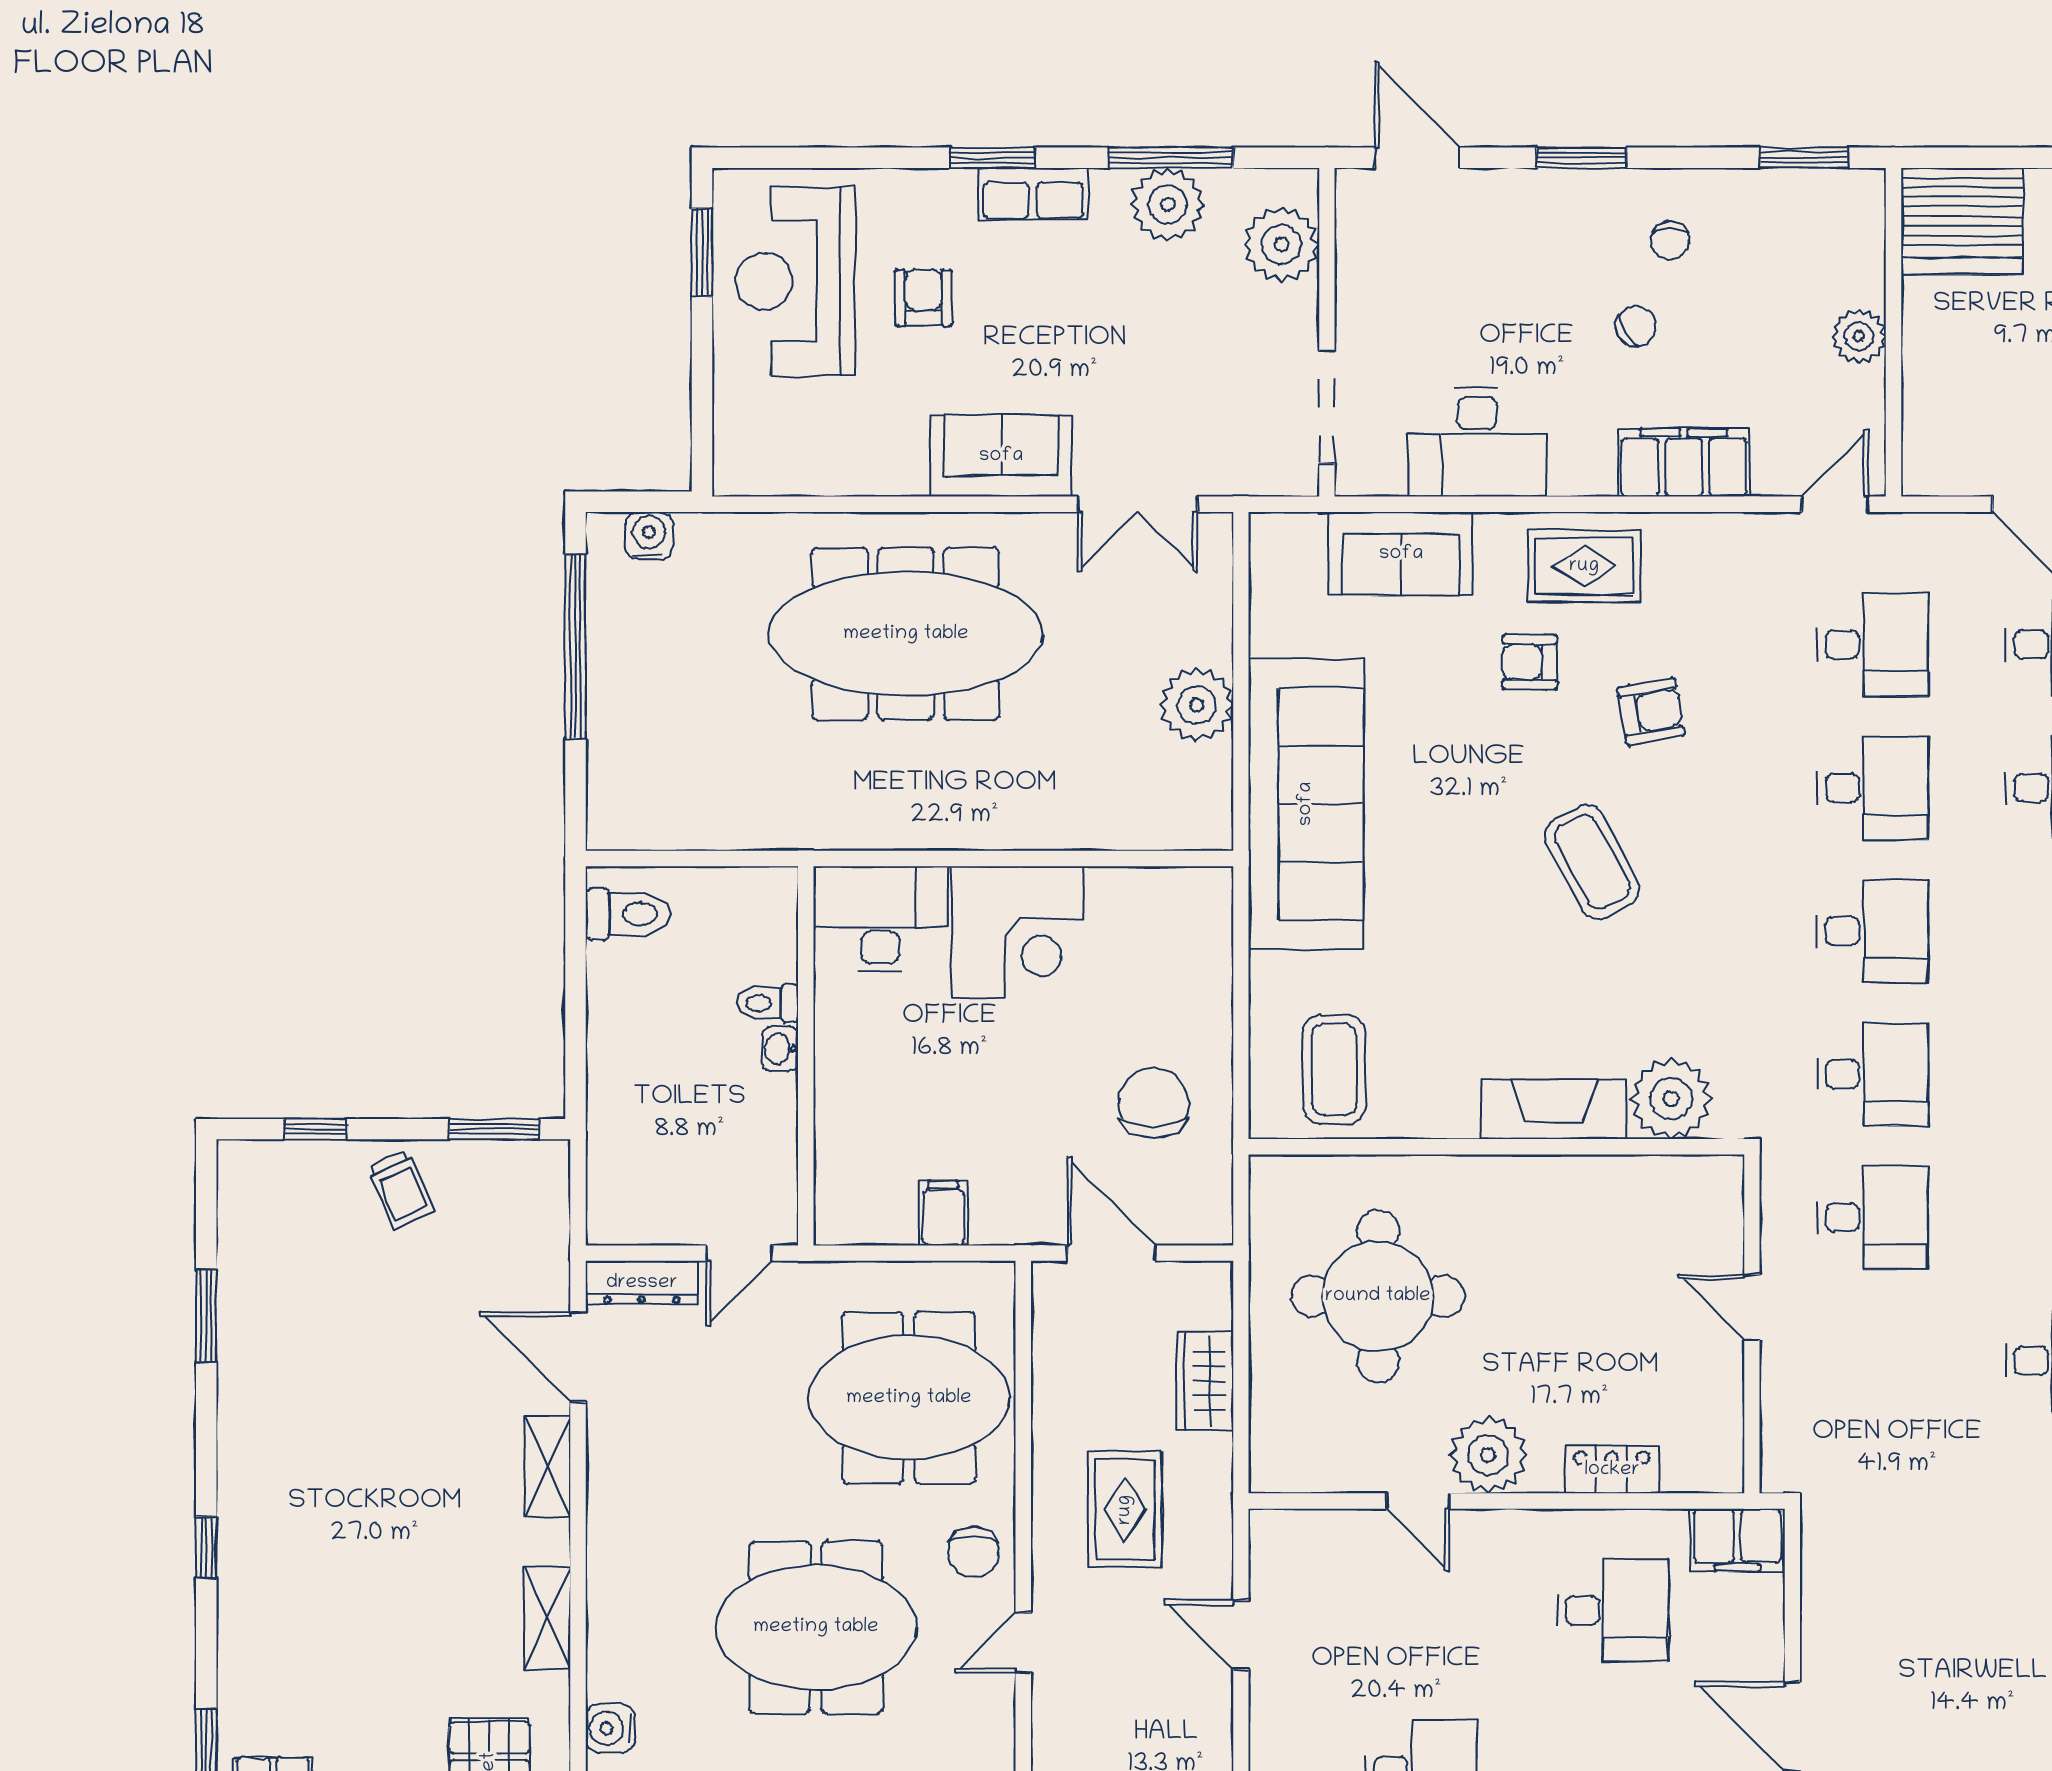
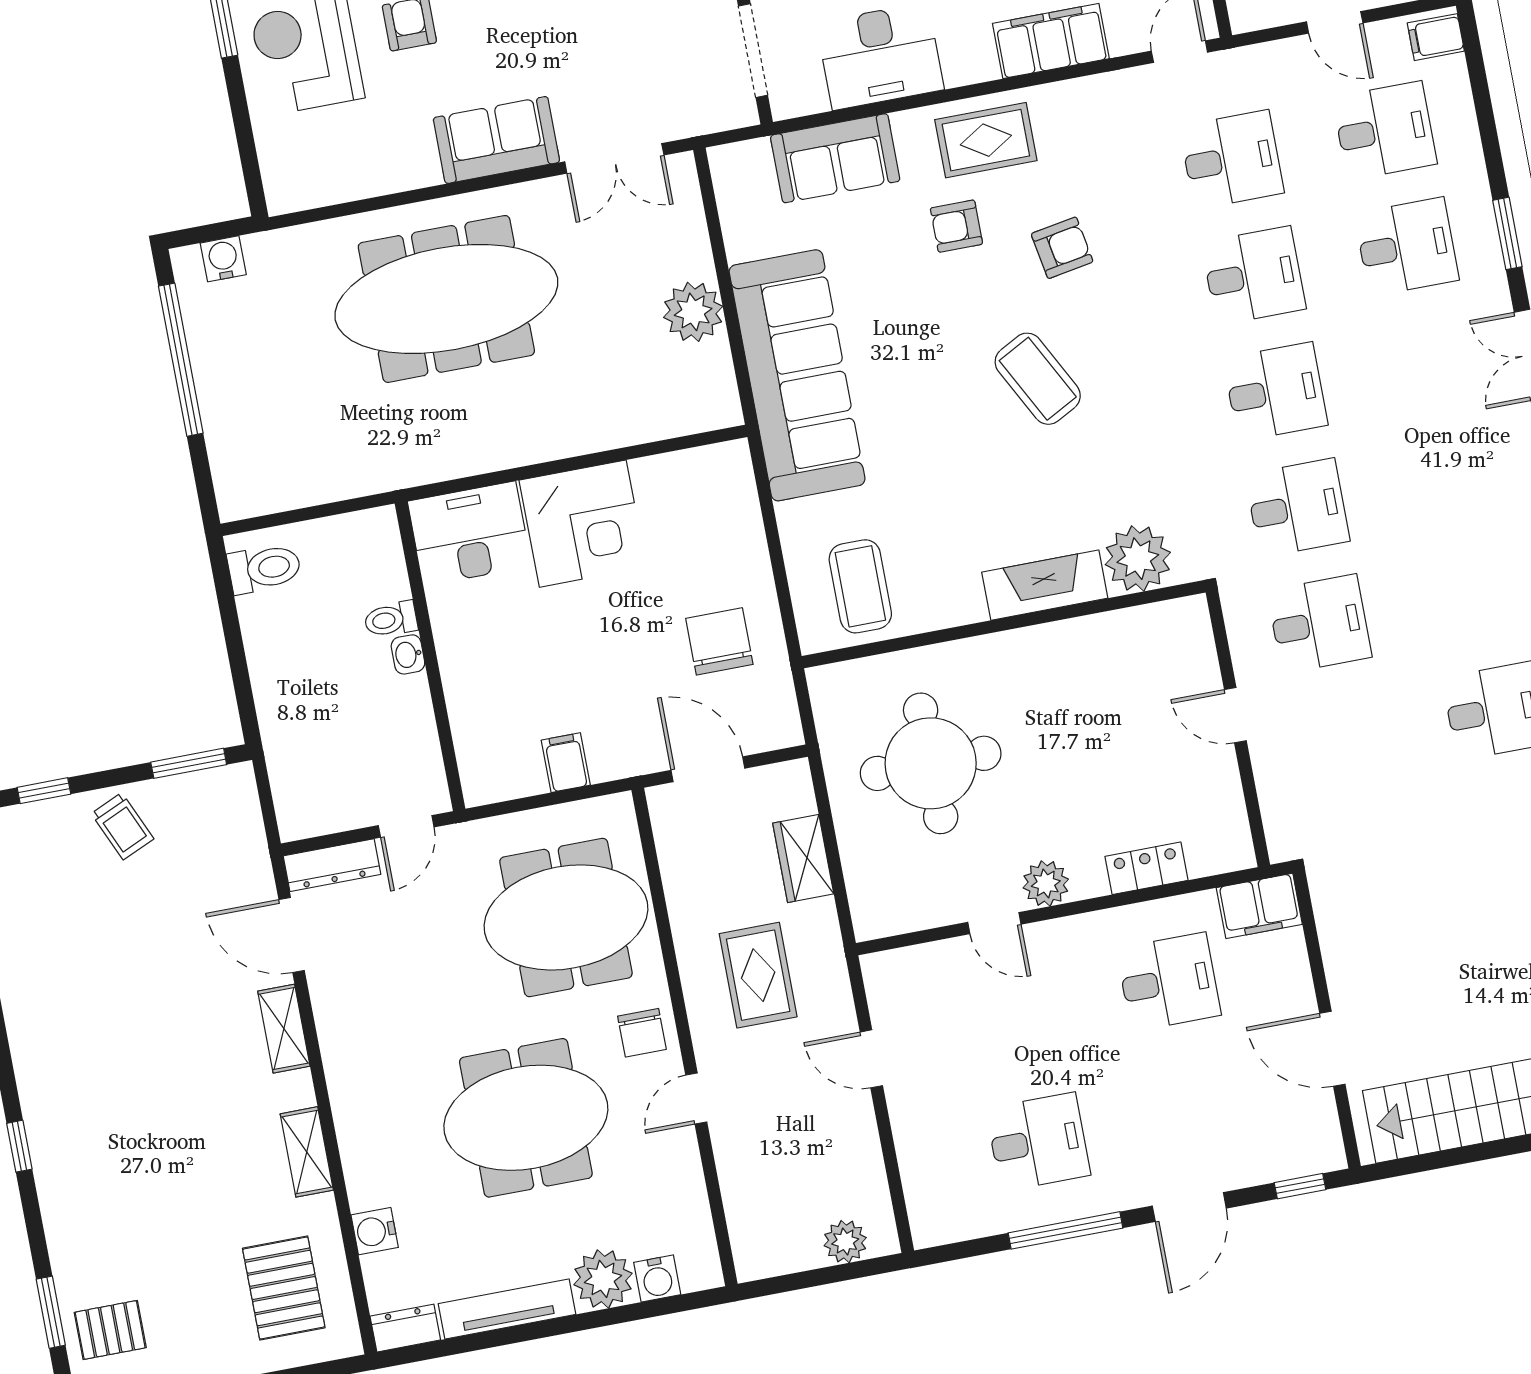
plant: (1488, 1455) -> (1046, 884), width x0.73, depth x0.73

